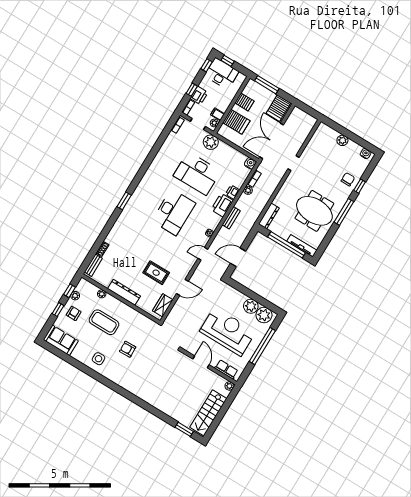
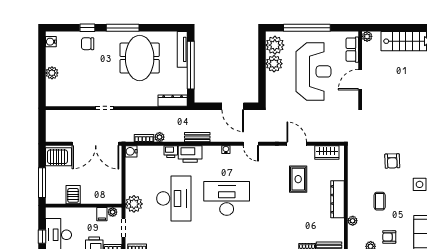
server rack: (236, 122) -> (98, 191), removed
coffee table: (104, 322) -> (380, 201), width x0.54, depth x0.58
reception desk: (228, 331) -> (313, 71), turned 180

